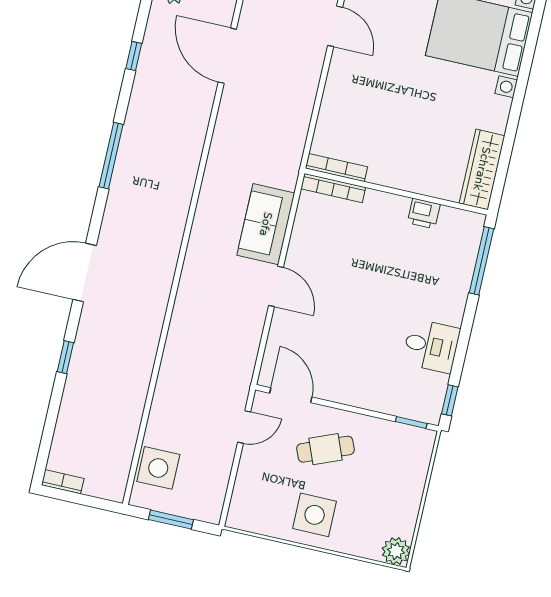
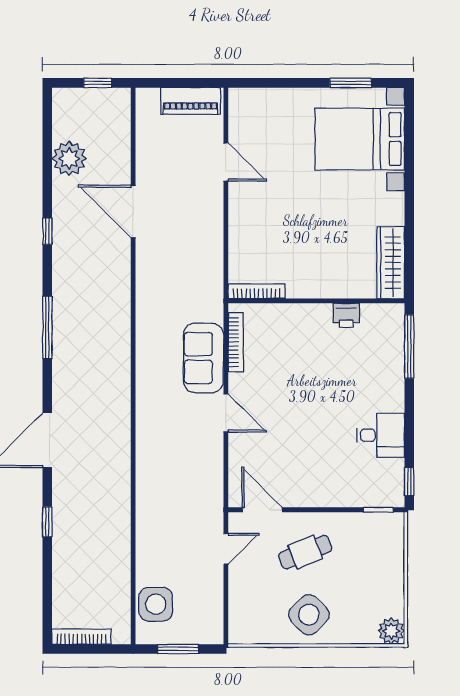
bookcase: (333, 188) -> (236, 342), moved, turned -90
bookcase: (63, 482) -> (81, 637), width x1.56
side table: (315, 515) -> (309, 615), turned 45

